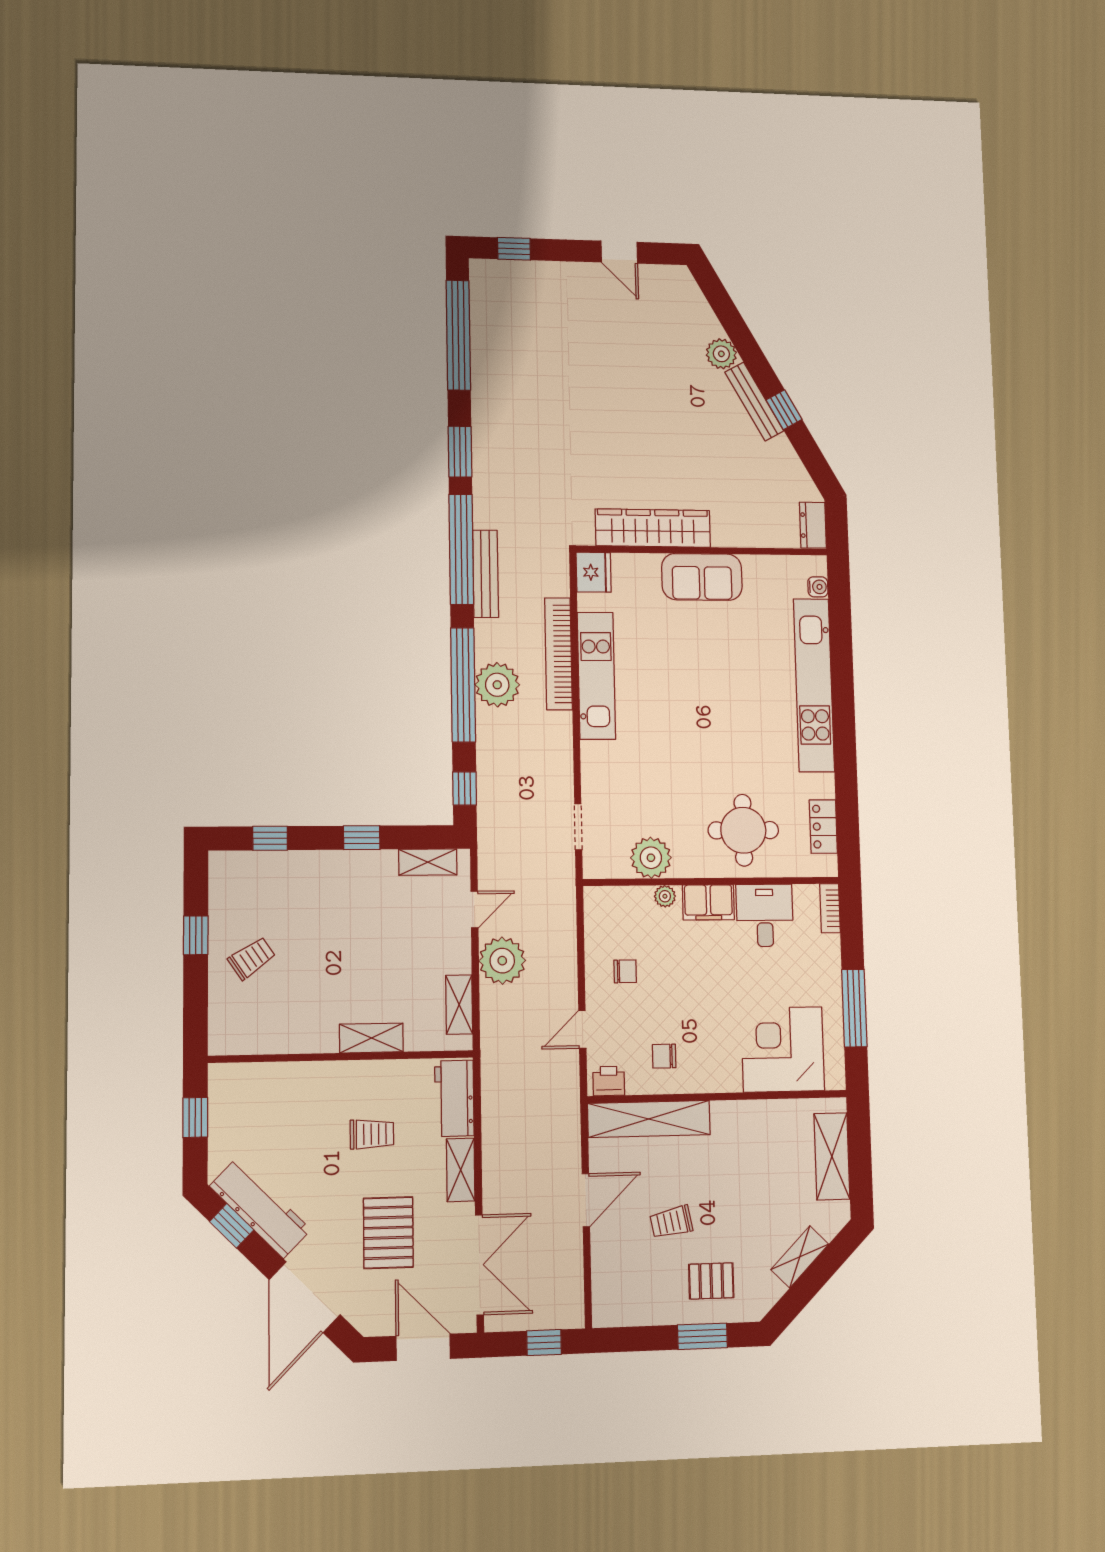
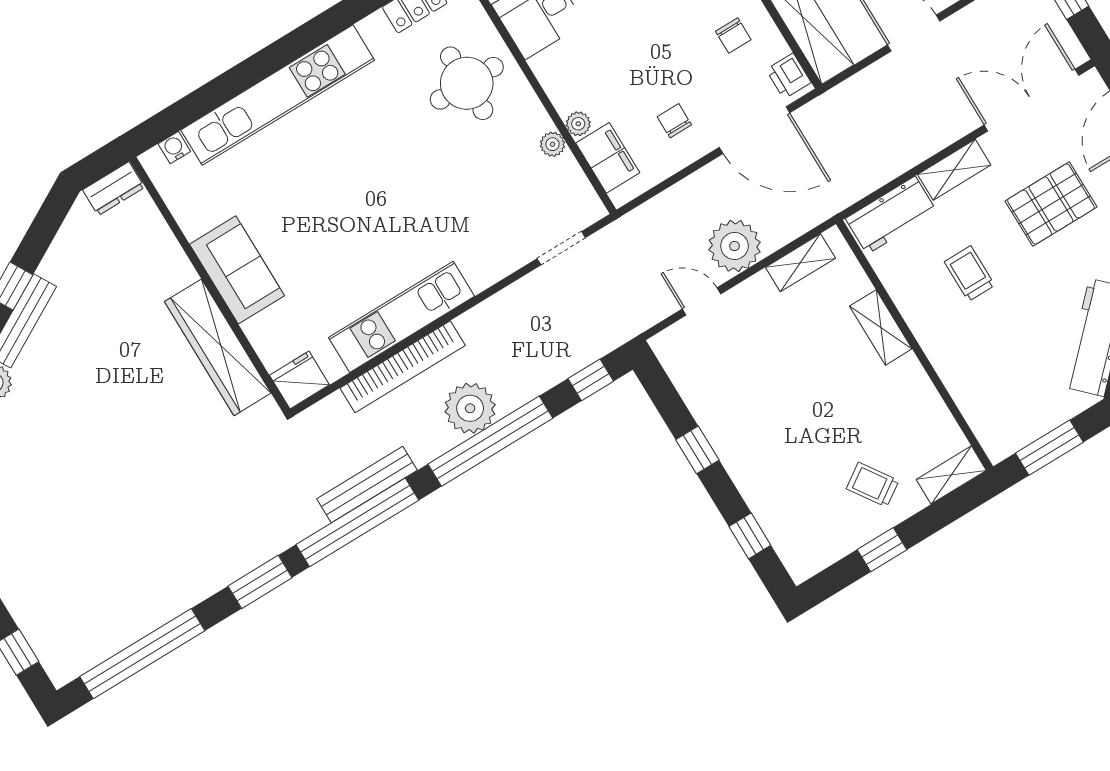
plant: (651, 858) -> (552, 144), width x0.53, depth x0.53
shelving: (428, 862) -> (951, 475), moved, turned 90
filing cabinet: (708, 902) -> (608, 158), moved
door: (582, 1029) -> (754, 130), width x1.87
window: (195, 1117) -> (1049, 448), width x1.50

